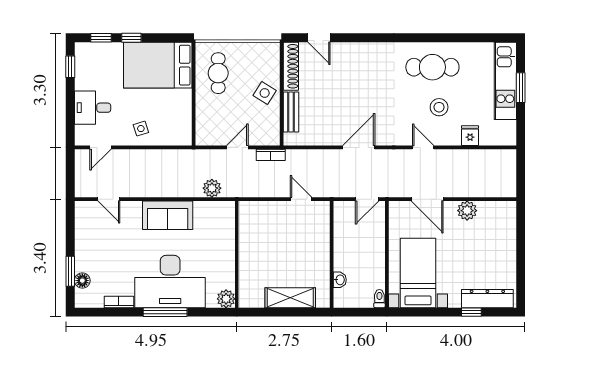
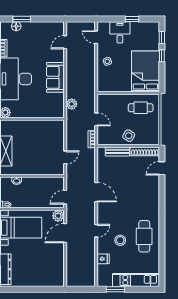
window: (70, 67) -> (132, 19), moved
window: (521, 88) -> (115, 289), moved
door: (367, 199) -> (65, 197), hinge flipped
plant: (467, 211) -> (58, 216), moved

